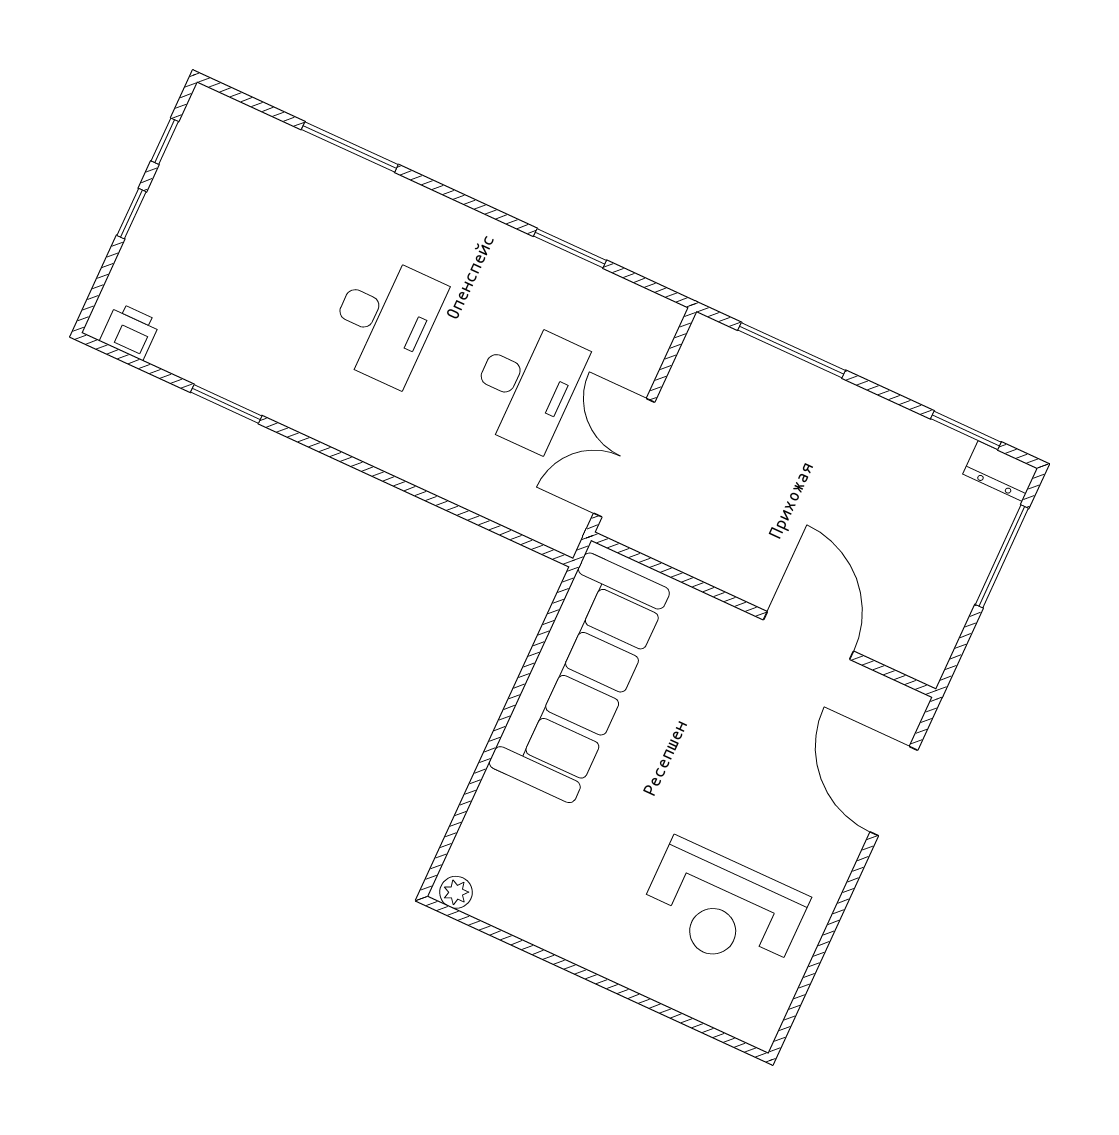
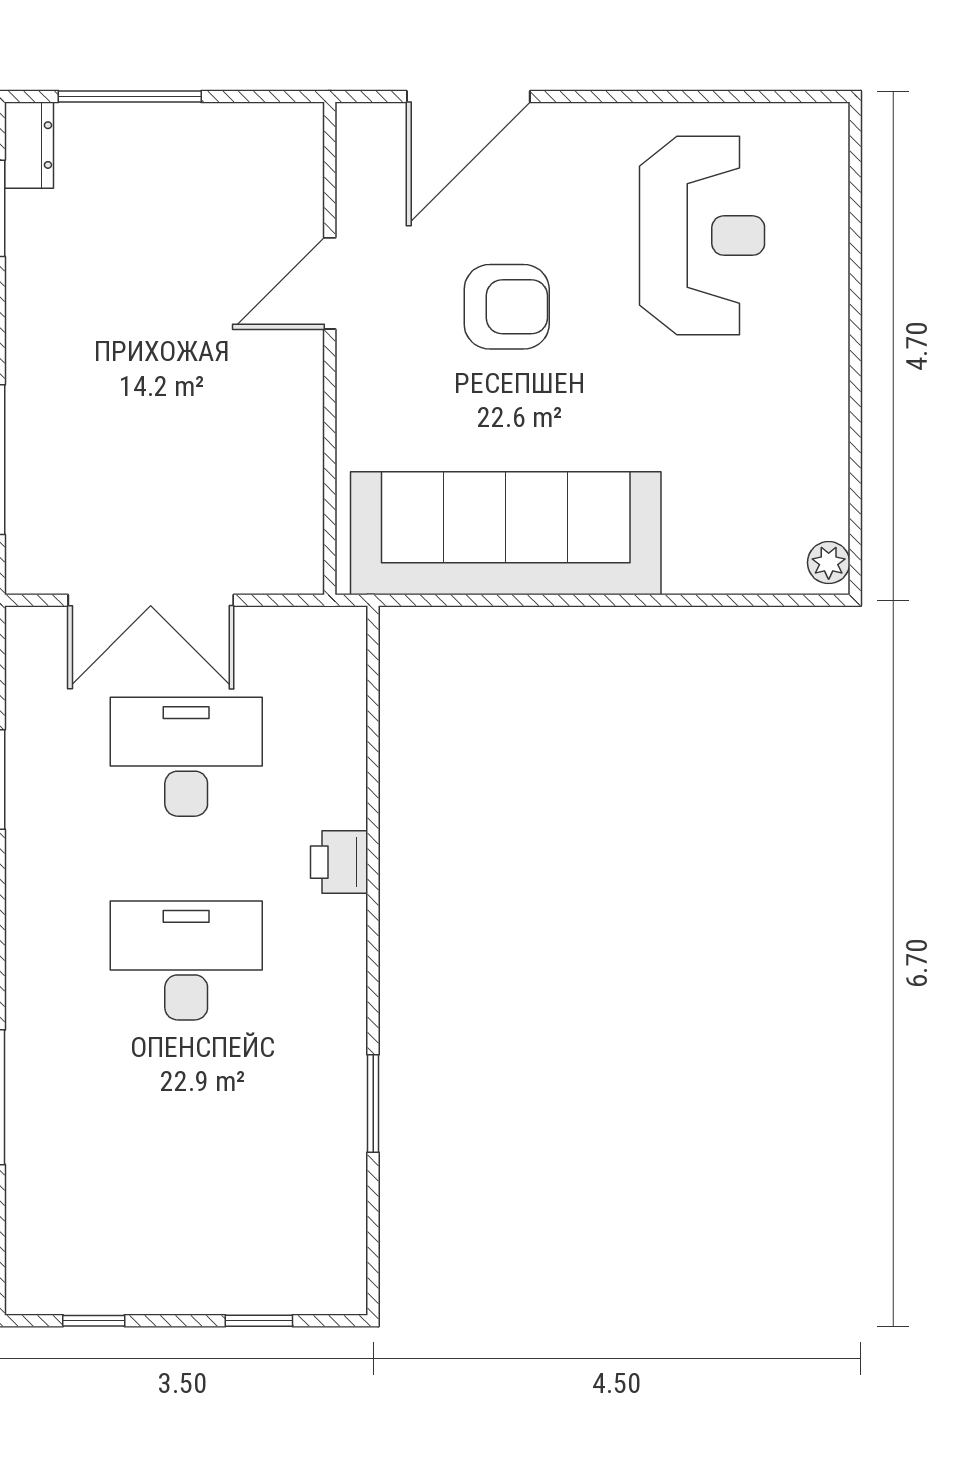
window: (131, 214) -> (259, 1321), moved
printer: (130, 331) -> (339, 862), moved
double door: (624, 458) -> (151, 600), moved
door: (809, 635) -> (330, 283), width x0.73
armchair: (736, 751) -> (507, 307), added

